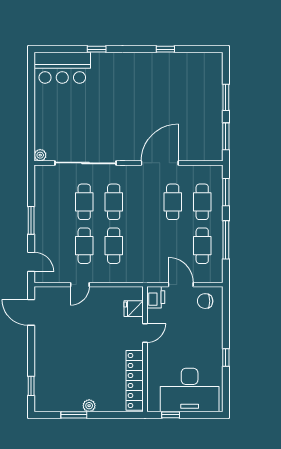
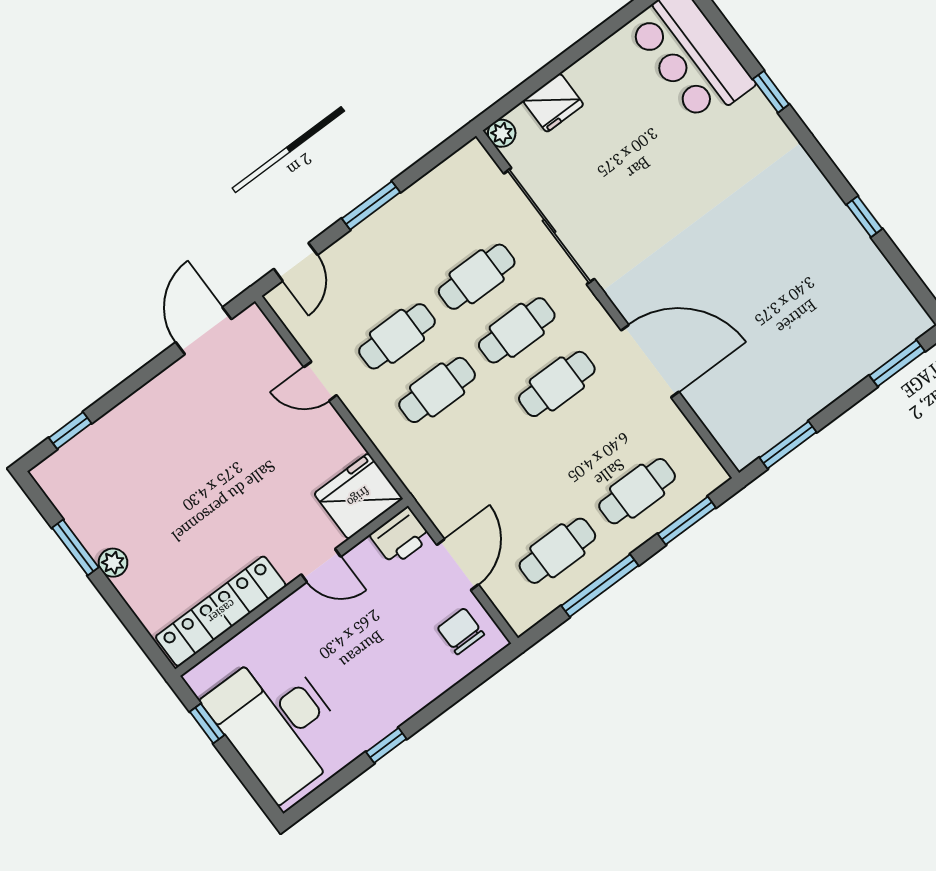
window: (226, 97) -> (897, 363), moved
fridge: (43, 129) -> (553, 103), added
cafe table: (173, 202) -> (557, 384), moved
fridge: (134, 309) -> (358, 496), width x1.88, depth x1.34

